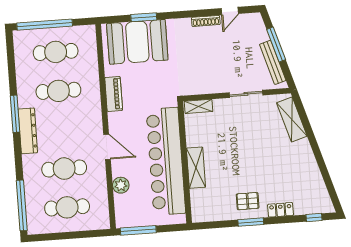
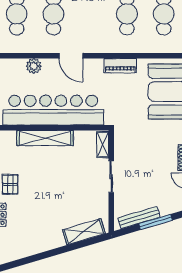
sliding door: (246, 94) -> (111, 177), moved
door: (107, 147) -> (71, 56), hinge flipped
shelving: (196, 168) -> (45, 138), width x1.47

